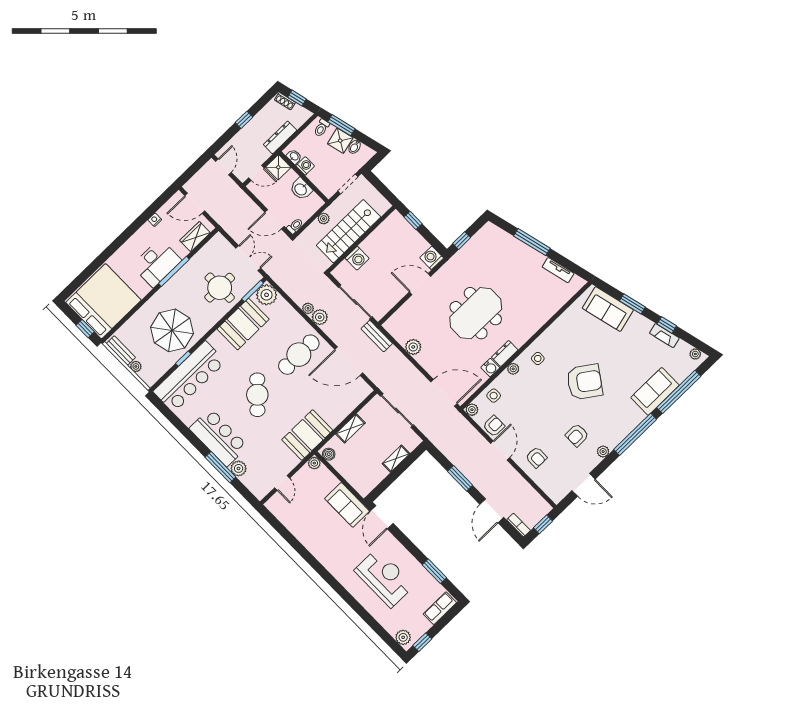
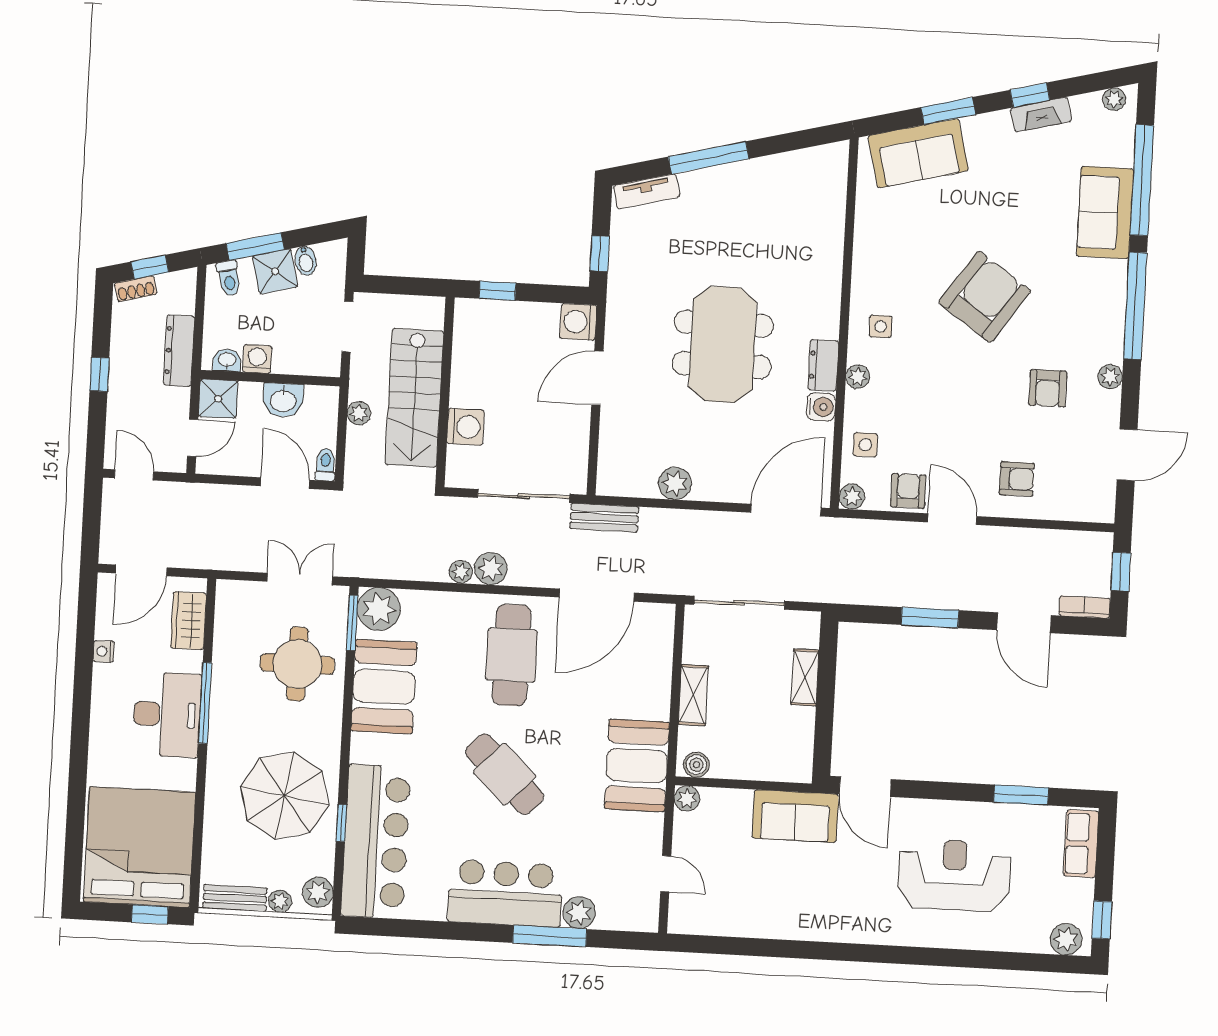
door: (274, 219) -> (285, 483), swing flipped
tv unit: (558, 270) -> (647, 191), moved
plant: (152, 376) -> (318, 892), added

